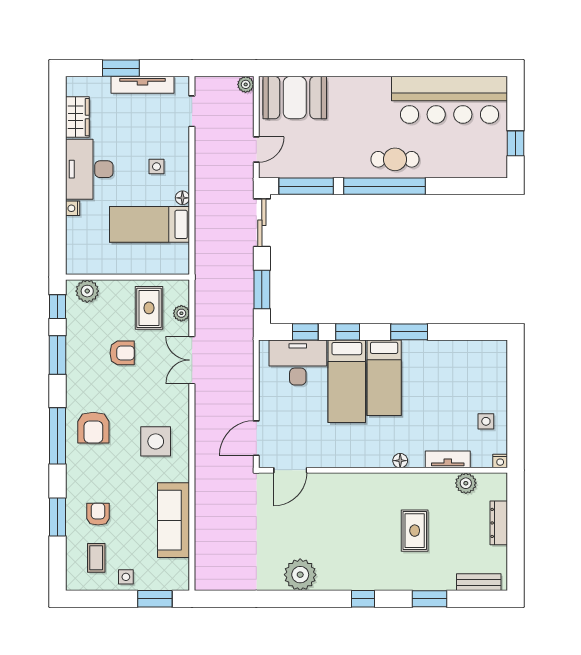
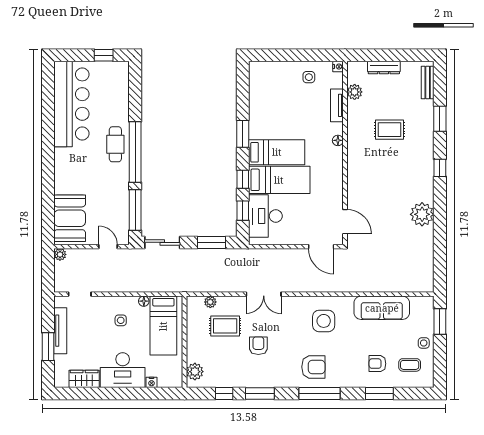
wall: (128, 277) -> (184, 342), moved
plant: (87, 291) -> (195, 372), moved
plant: (181, 313) -> (210, 302), moved

